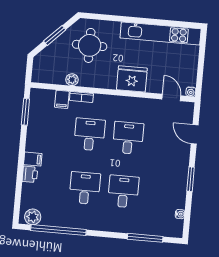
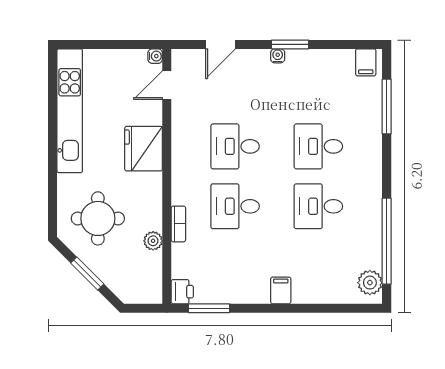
filing cabinet: (62, 99) -> (366, 62), moved, turned 90
printer: (30, 174) -> (182, 292), moved, turned 90
water cooler: (180, 214) -> (278, 56), moved

